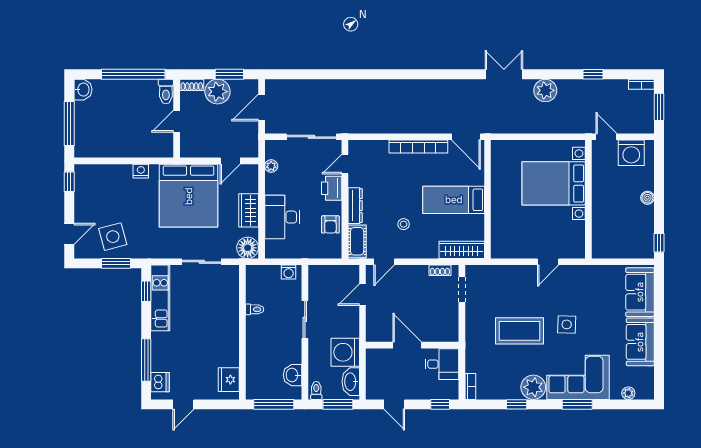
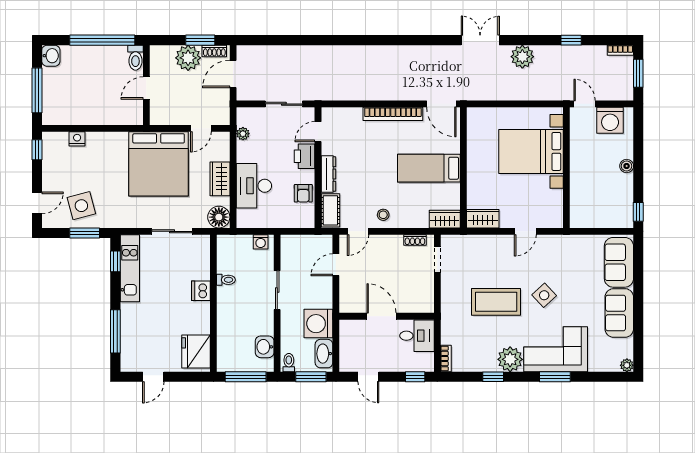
shoe rack: (192, 85) -> (214, 51), moved
sliding door: (311, 137) -> (284, 104), width x0.73
nightstand: (141, 171) -> (77, 139), moved
stool: (404, 224) -> (383, 215), moved
wardrobe: (507, 249) -> (483, 219), added
wardrobe: (462, 250) -> (445, 219), width x0.67
side table: (567, 324) -> (544, 295), turned 45
fridge: (229, 380) -> (196, 352), width x1.36, depth x1.34
dishwasher: (160, 382) -> (201, 291), moved, turned 180
plant: (628, 393) -> (627, 365), moved

